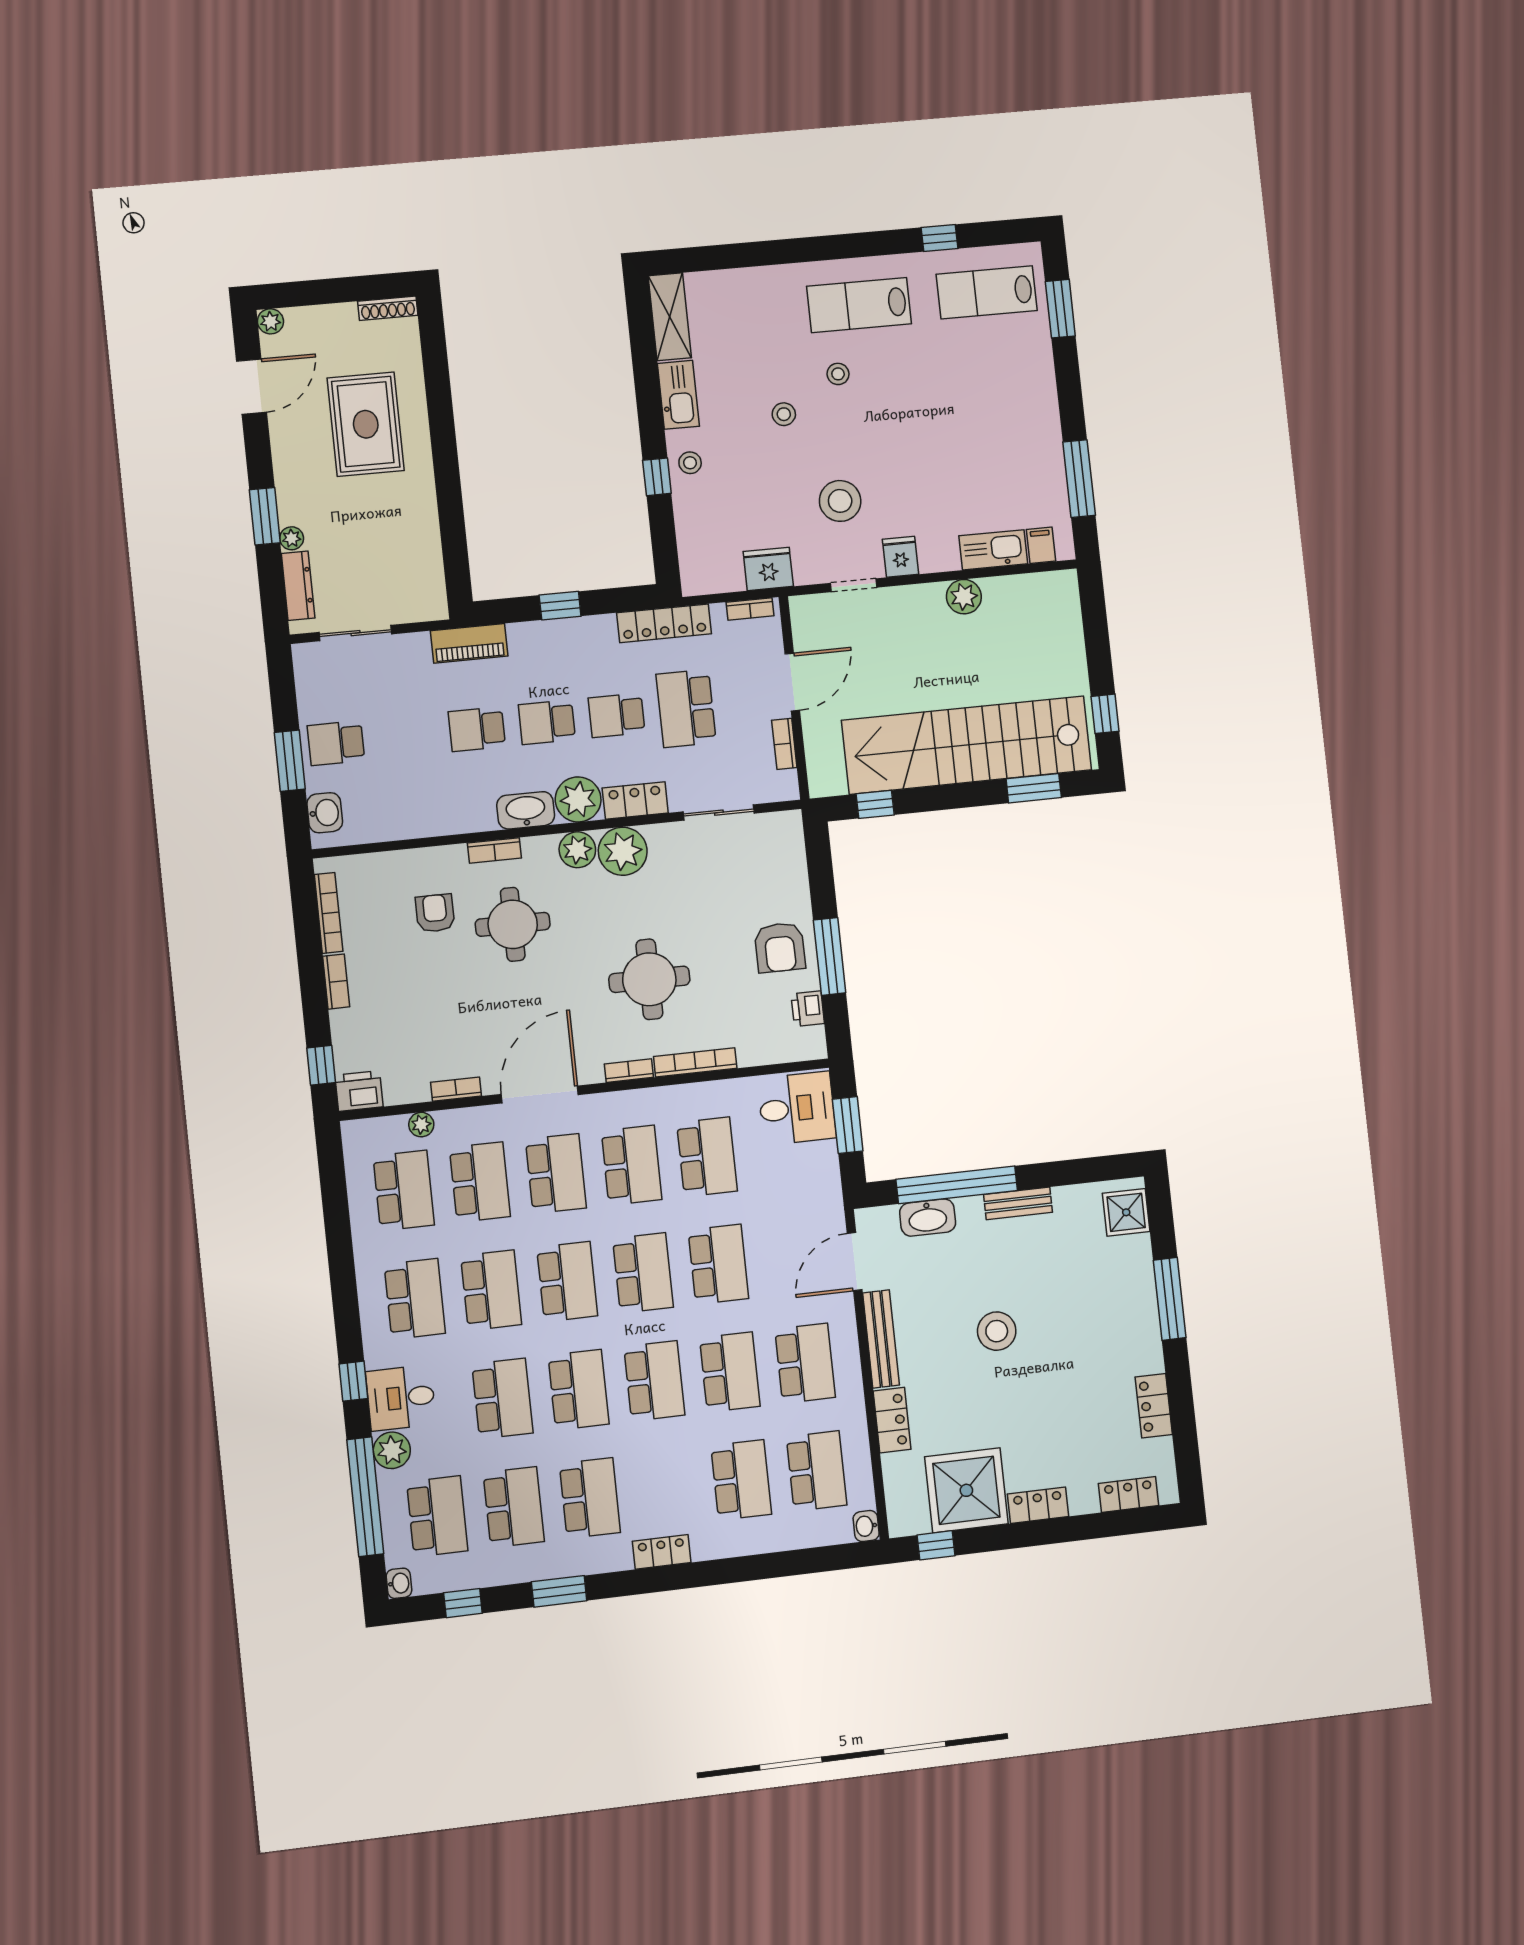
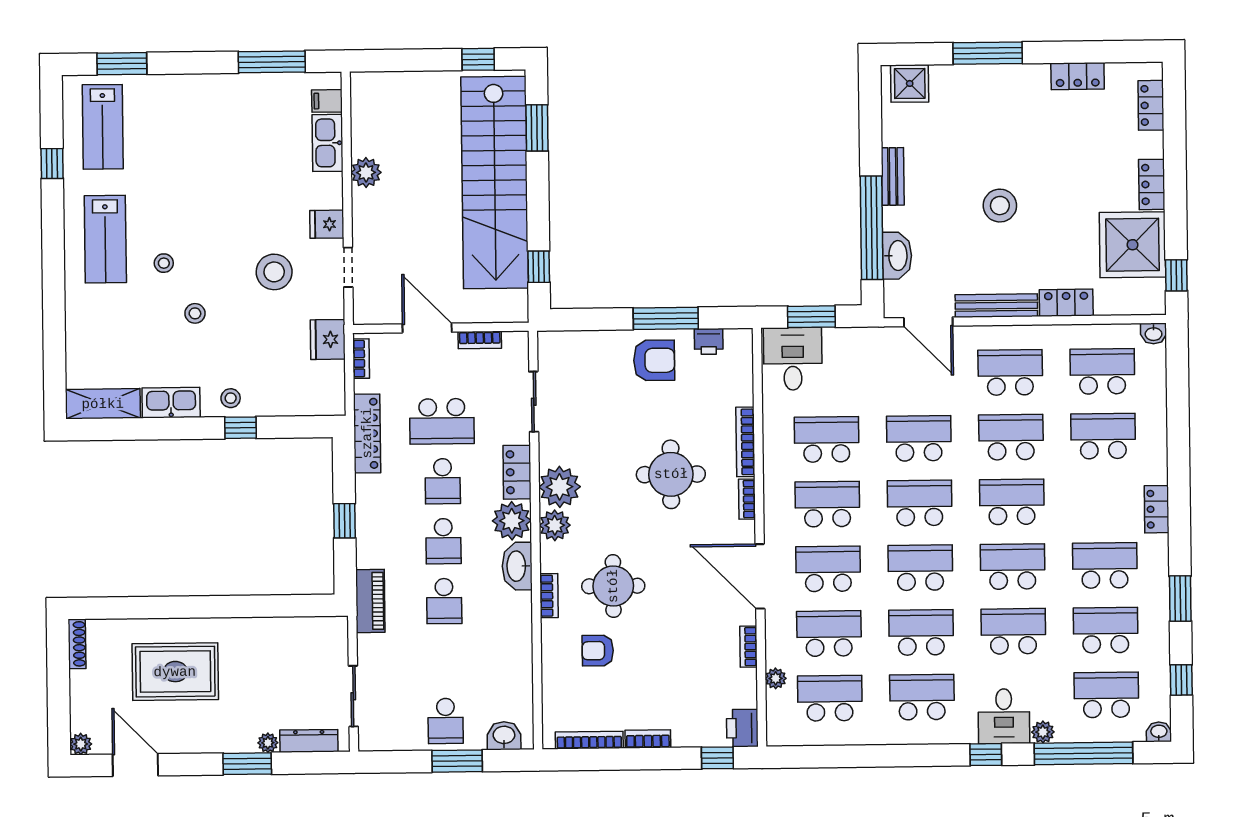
plant: (392, 1450) -> (1043, 732), width x0.73, depth x0.73

